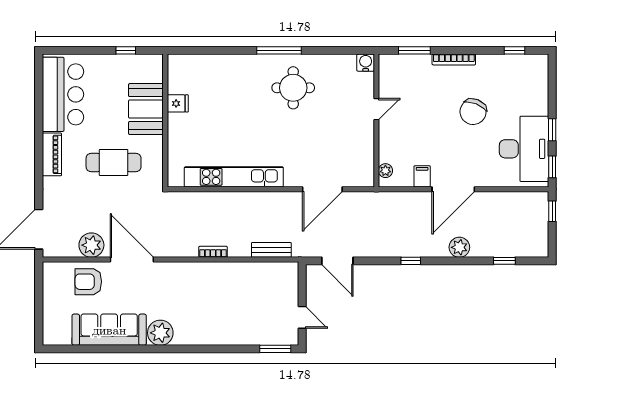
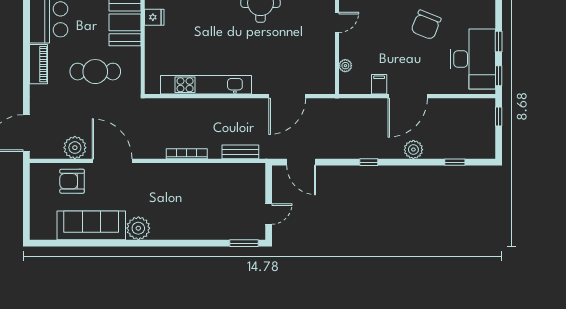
plant: (385, 171) -> (345, 66), moved
bookcase: (213, 252) -> (187, 154), width x1.56
door: (302, 317) -> (269, 214), hinge flipped

